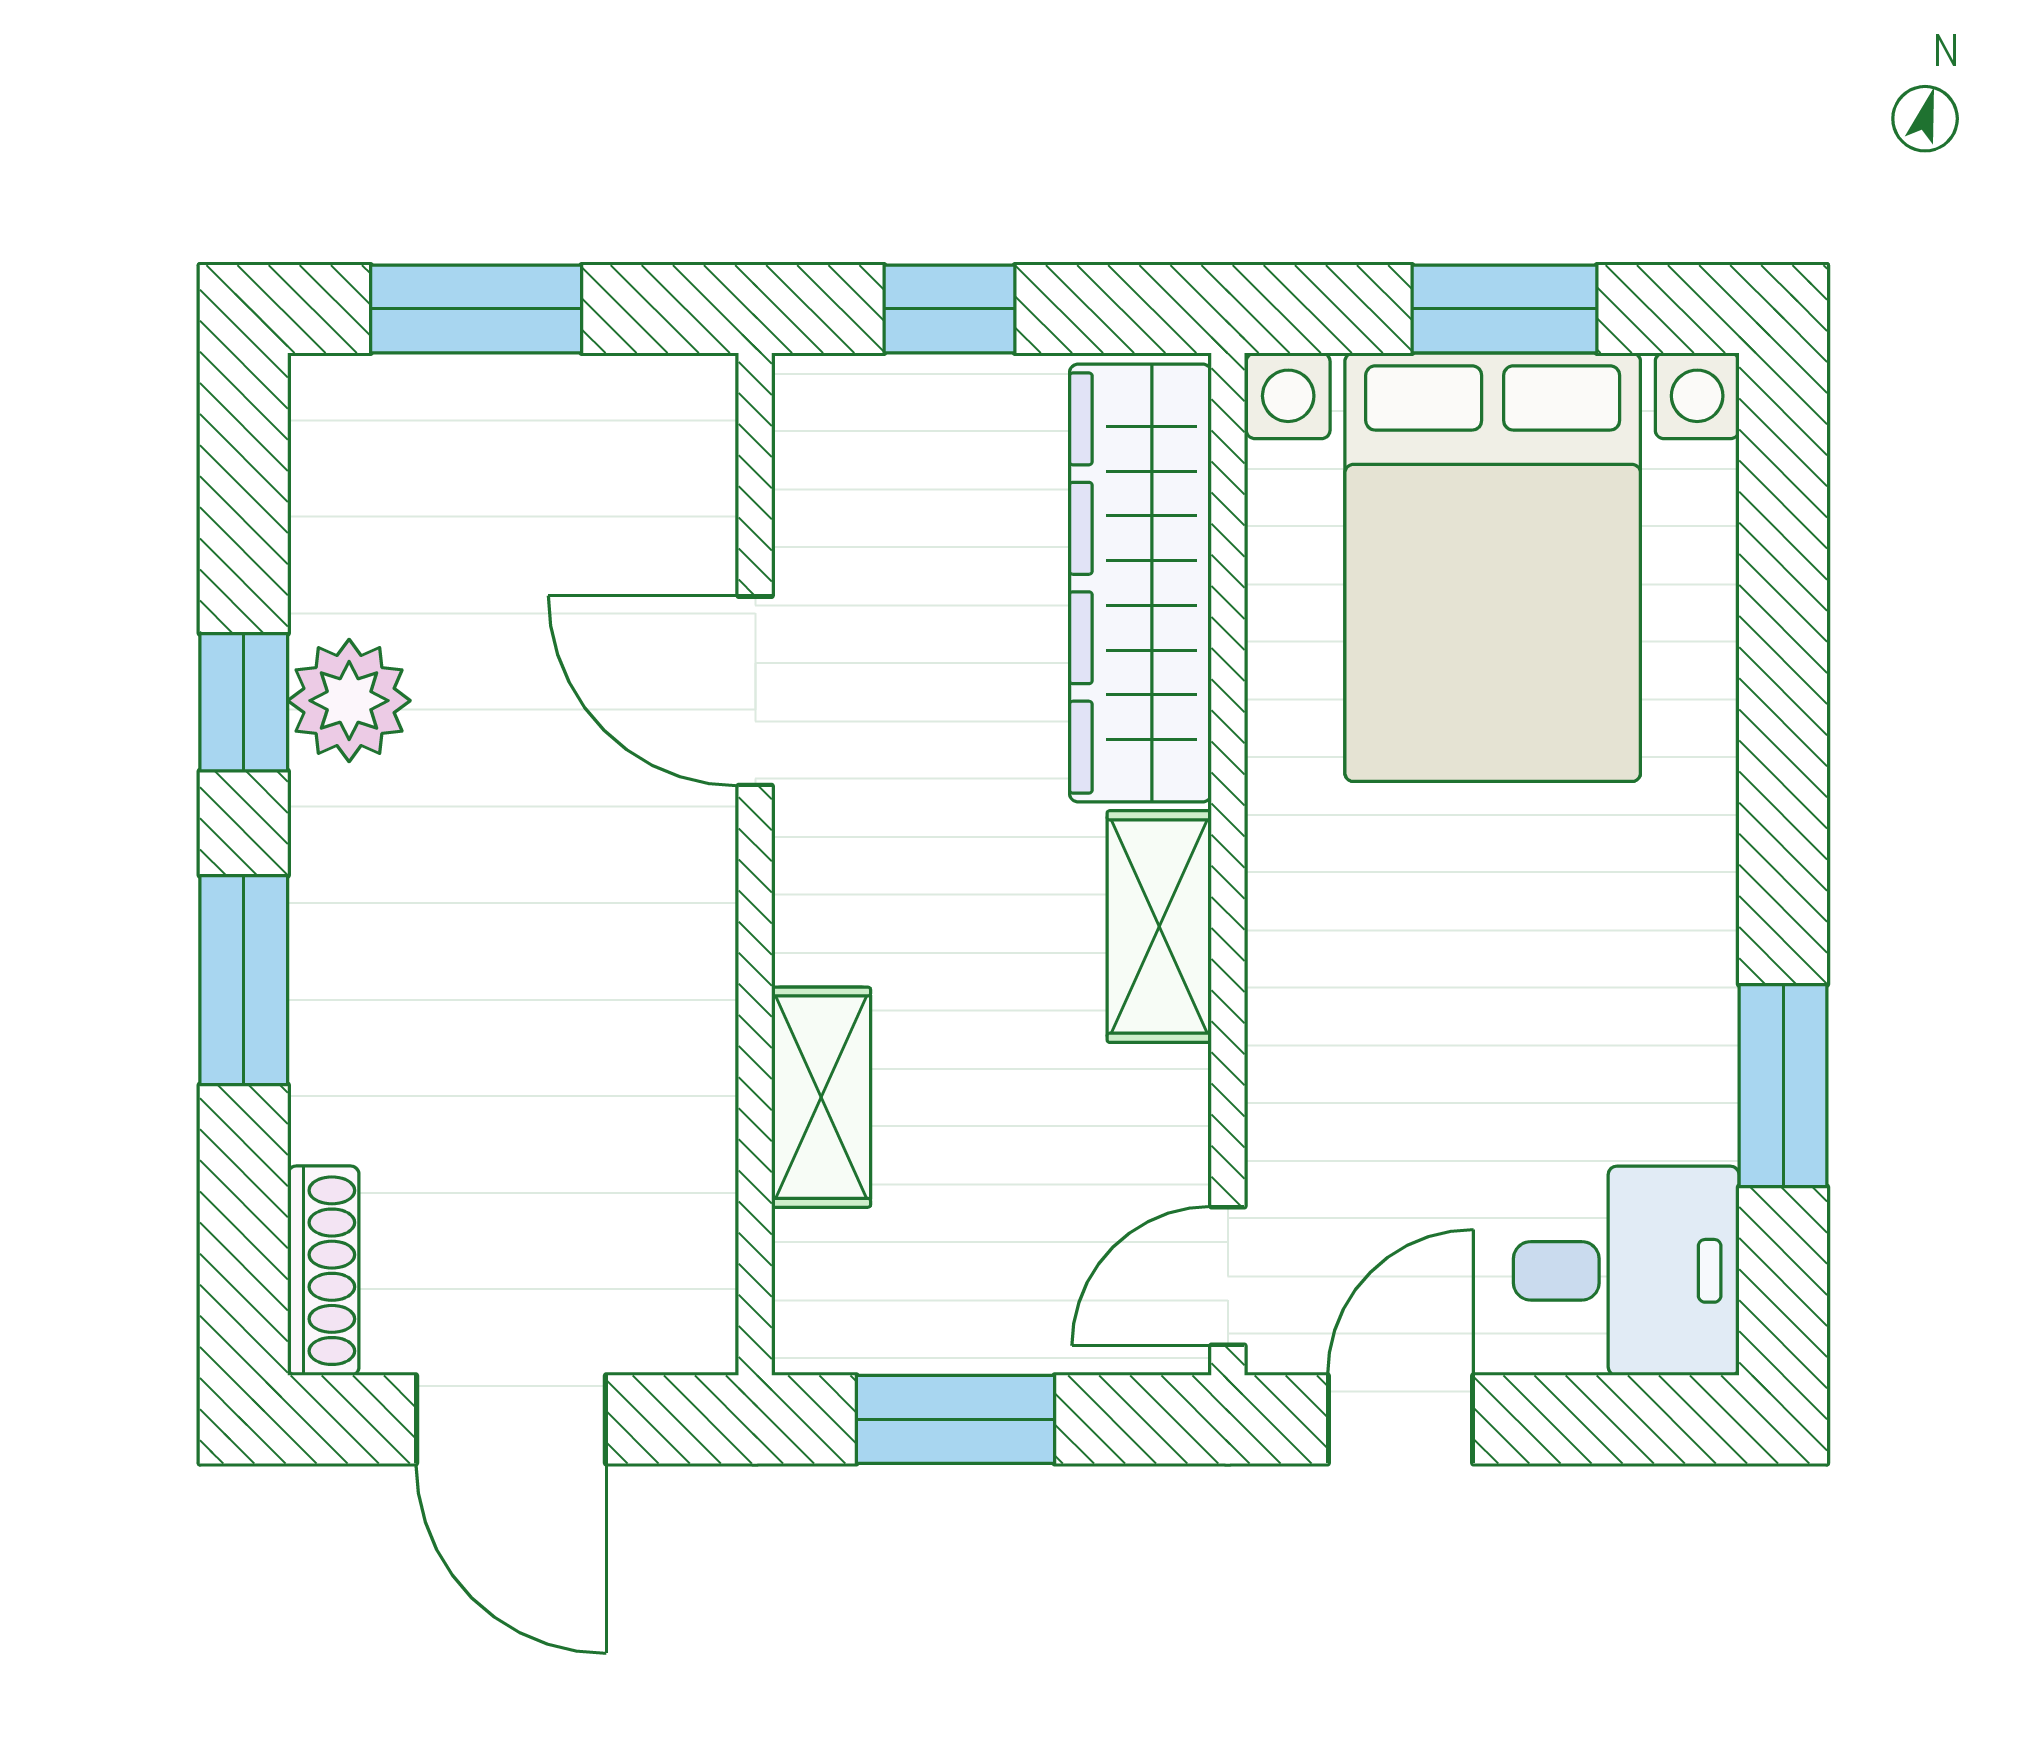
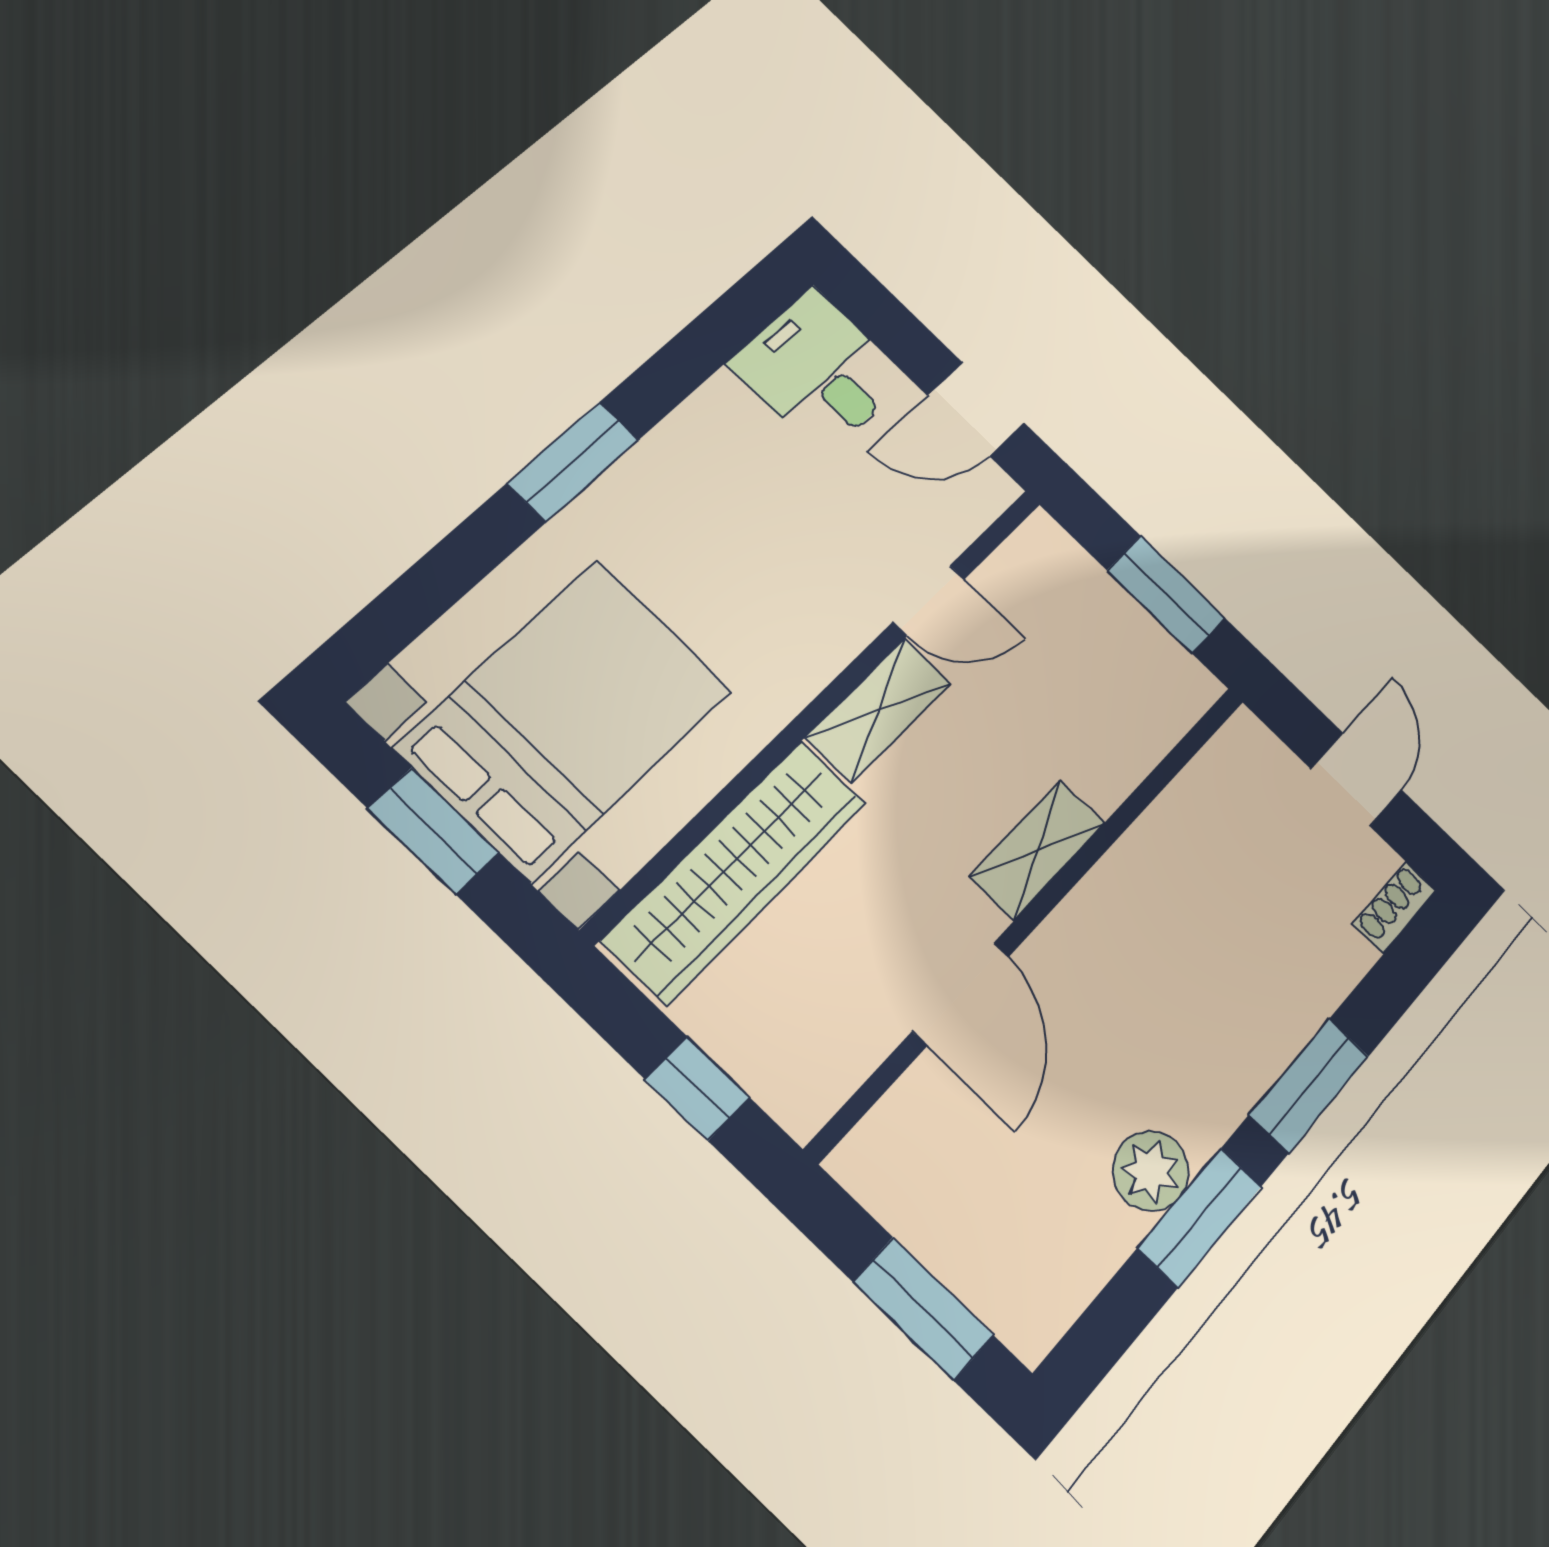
window: (244, 702) -> (1200, 1217), width x1.50
window: (1783, 1086) -> (573, 462), moved
shelving: (821, 1097) -> (1037, 850), moved
shoe rack: (323, 1271) -> (1395, 908), width x0.70
door: (1228, 1276) -> (929, 601), moved
door: (511, 1419) -> (1356, 779), width x0.73

